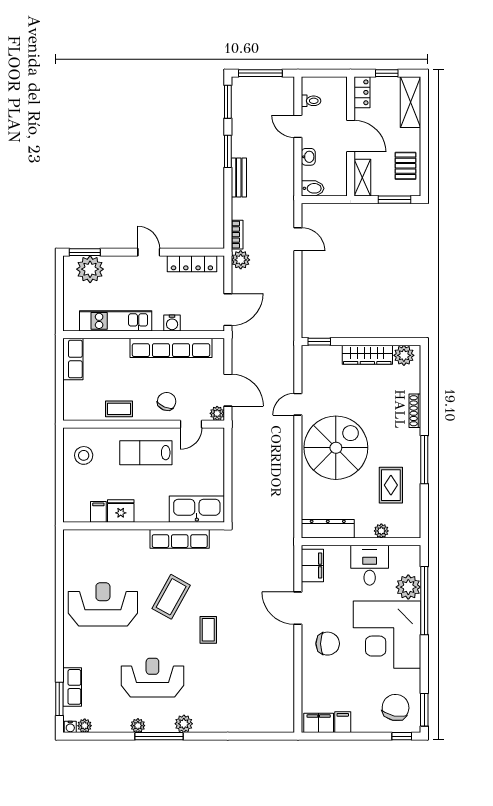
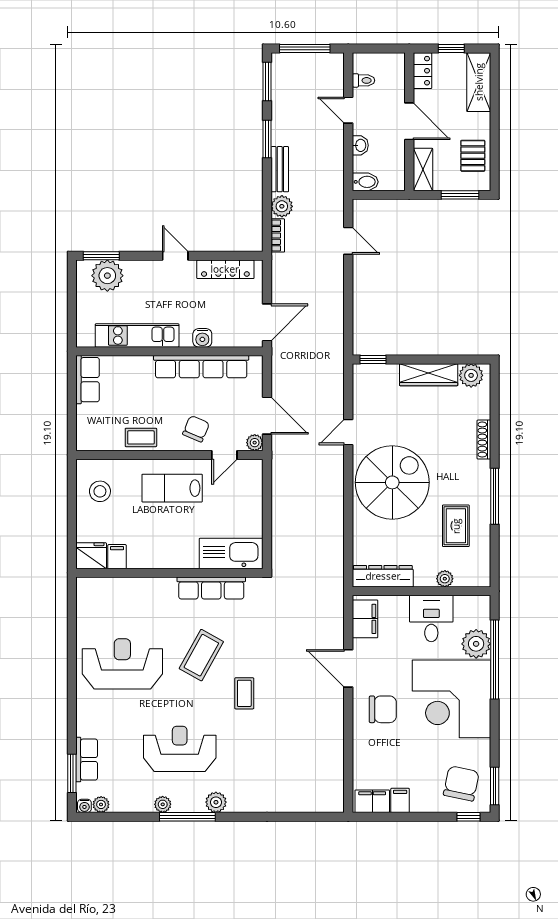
plant: (241, 260) -> (282, 206), moved
fridge: (121, 511) -> (91, 556), moved

